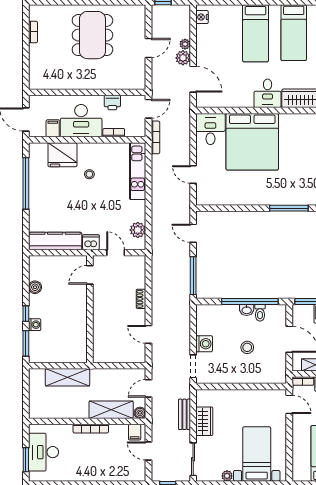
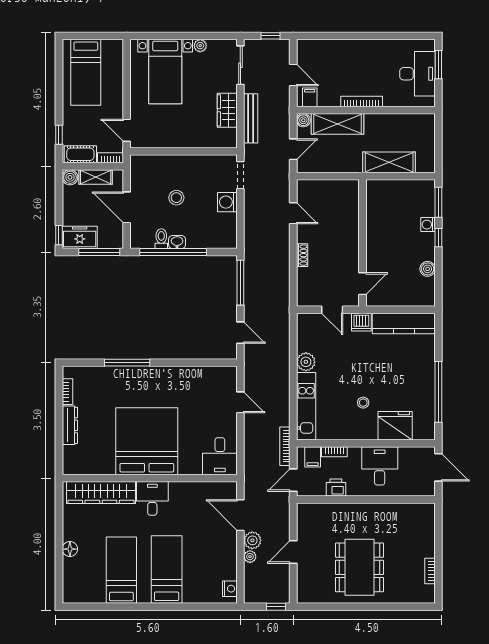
desk: (81, 121) -> (380, 466), width x0.73
filing cabinet: (53, 128) -> (313, 457), moved
bed: (252, 142) -> (147, 441), moved
plant: (138, 230) -> (306, 362), moved
bench: (184, 414) -> (251, 118), width x1.36

